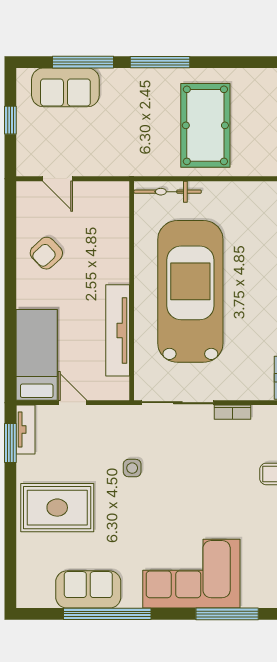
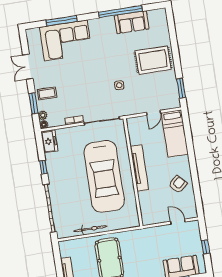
bicycle: (168, 192) -> (90, 229), moved
tv unit: (118, 330) -> (139, 168), moved
door: (73, 403) -> (154, 113), hinge flipped
tv unit: (26, 430) -> (175, 96), removed
corner sofa: (191, 574) -> (66, 40), moved

